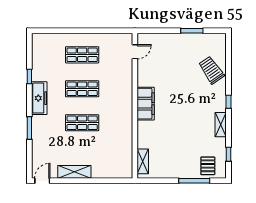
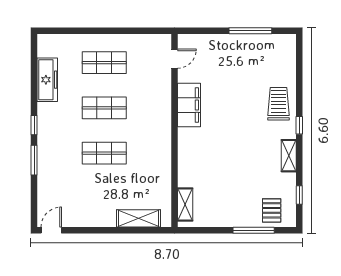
window: (192, 31) -> (250, 31), width x1.44
trolley: (211, 70) -> (278, 104), moved, turned 35
window: (29, 77) -> (34, 125), moved
freezer: (39, 98) -> (47, 80), moved
filing cabinet: (146, 104) -> (189, 105), moved
shelving: (74, 172) -> (139, 218), moved

